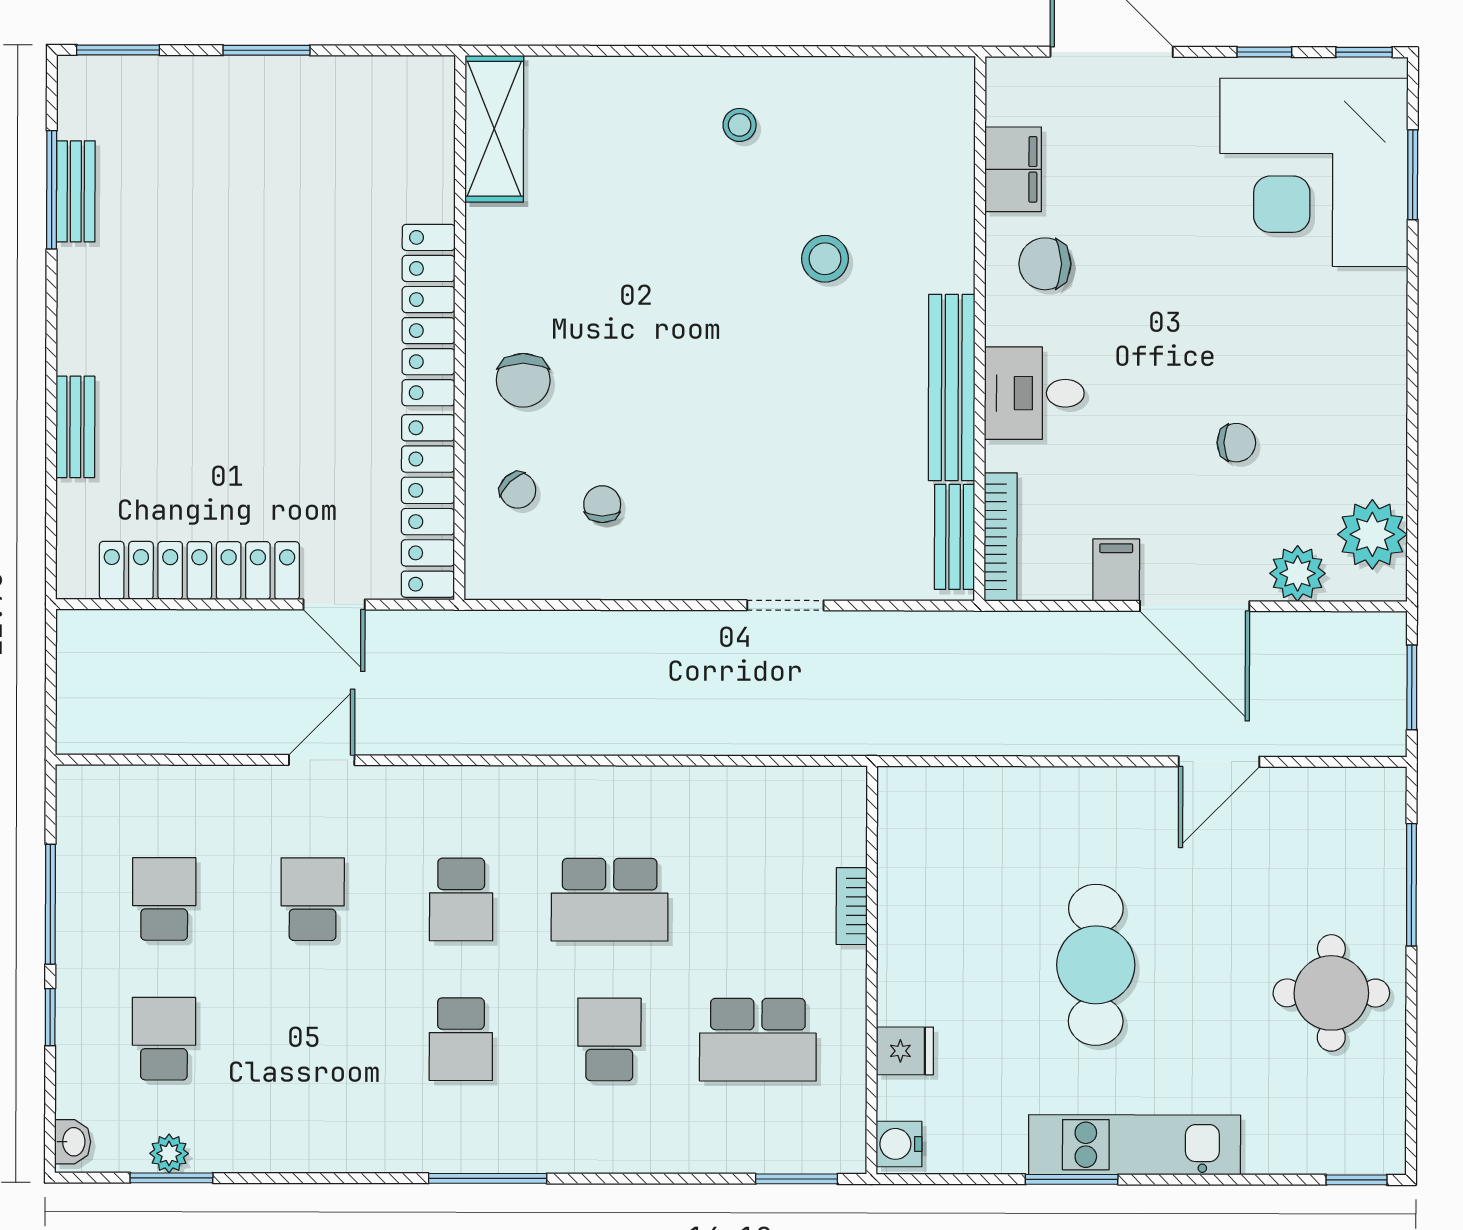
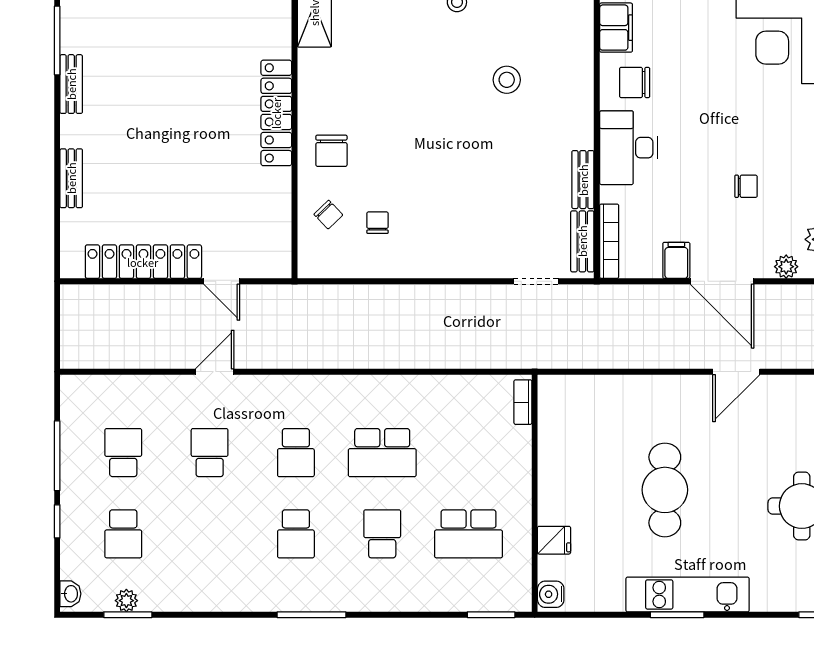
bench: (76, 191) -> (71, 84), moved
bench: (952, 387) -> (583, 180), width x0.54, depth x0.82
desk: (1034, 393) -> (629, 148), width x1.37
locker: (428, 506) -> (276, 224), removed
plant: (1298, 573) -> (786, 267), width x0.73, depth x0.73
doorway: (785, 605) -> (536, 281), moved
bookcase: (852, 906) -> (523, 402), moved
school desk: (164, 1039) -> (123, 534), turned 180
window: (1072, 1179) -> (677, 615), moved

